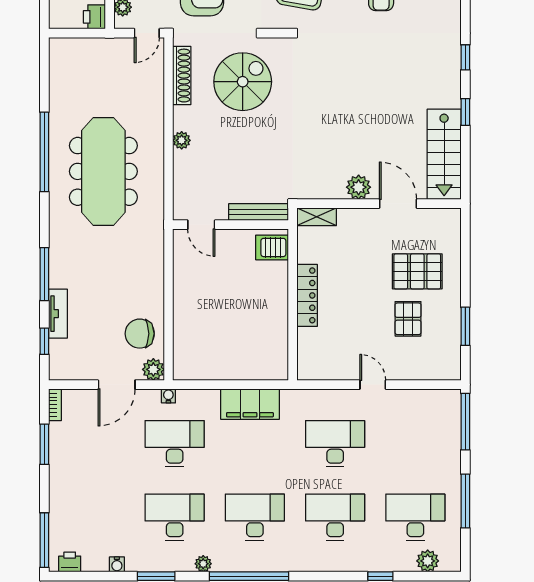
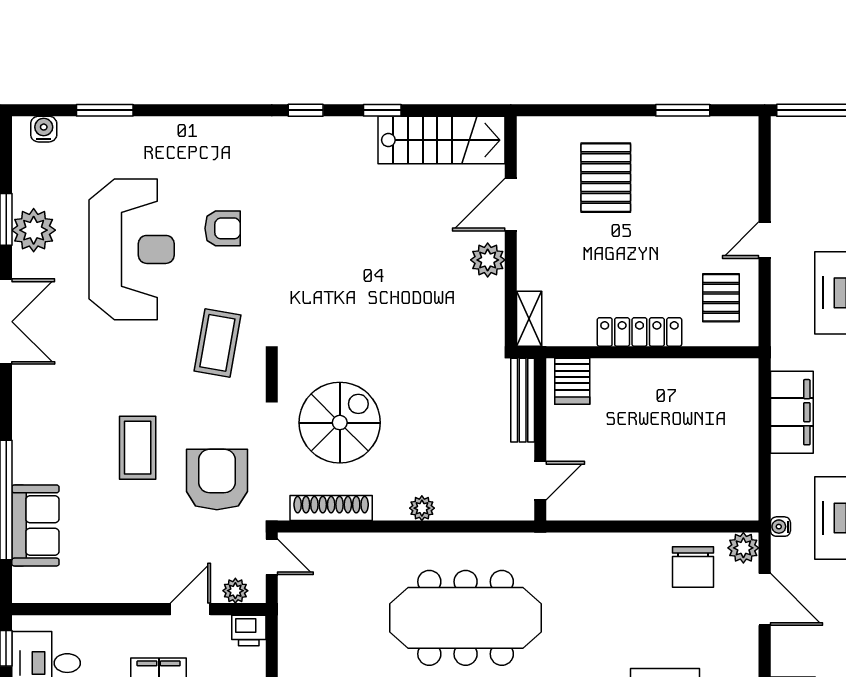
spiral stairs: (243, 82) -> (340, 423), turned 90
pallet: (408, 319) -> (721, 298), moved, turned 90

